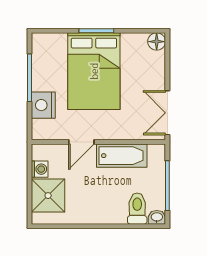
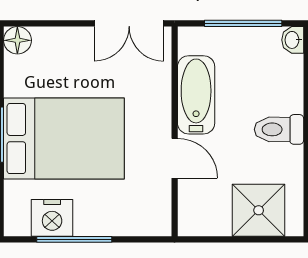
nightstand: (43, 105) -> (52, 218), moved
washing machine: (40, 169) -> (217, 224), removed
toilet: (137, 209) -> (279, 129), moved

